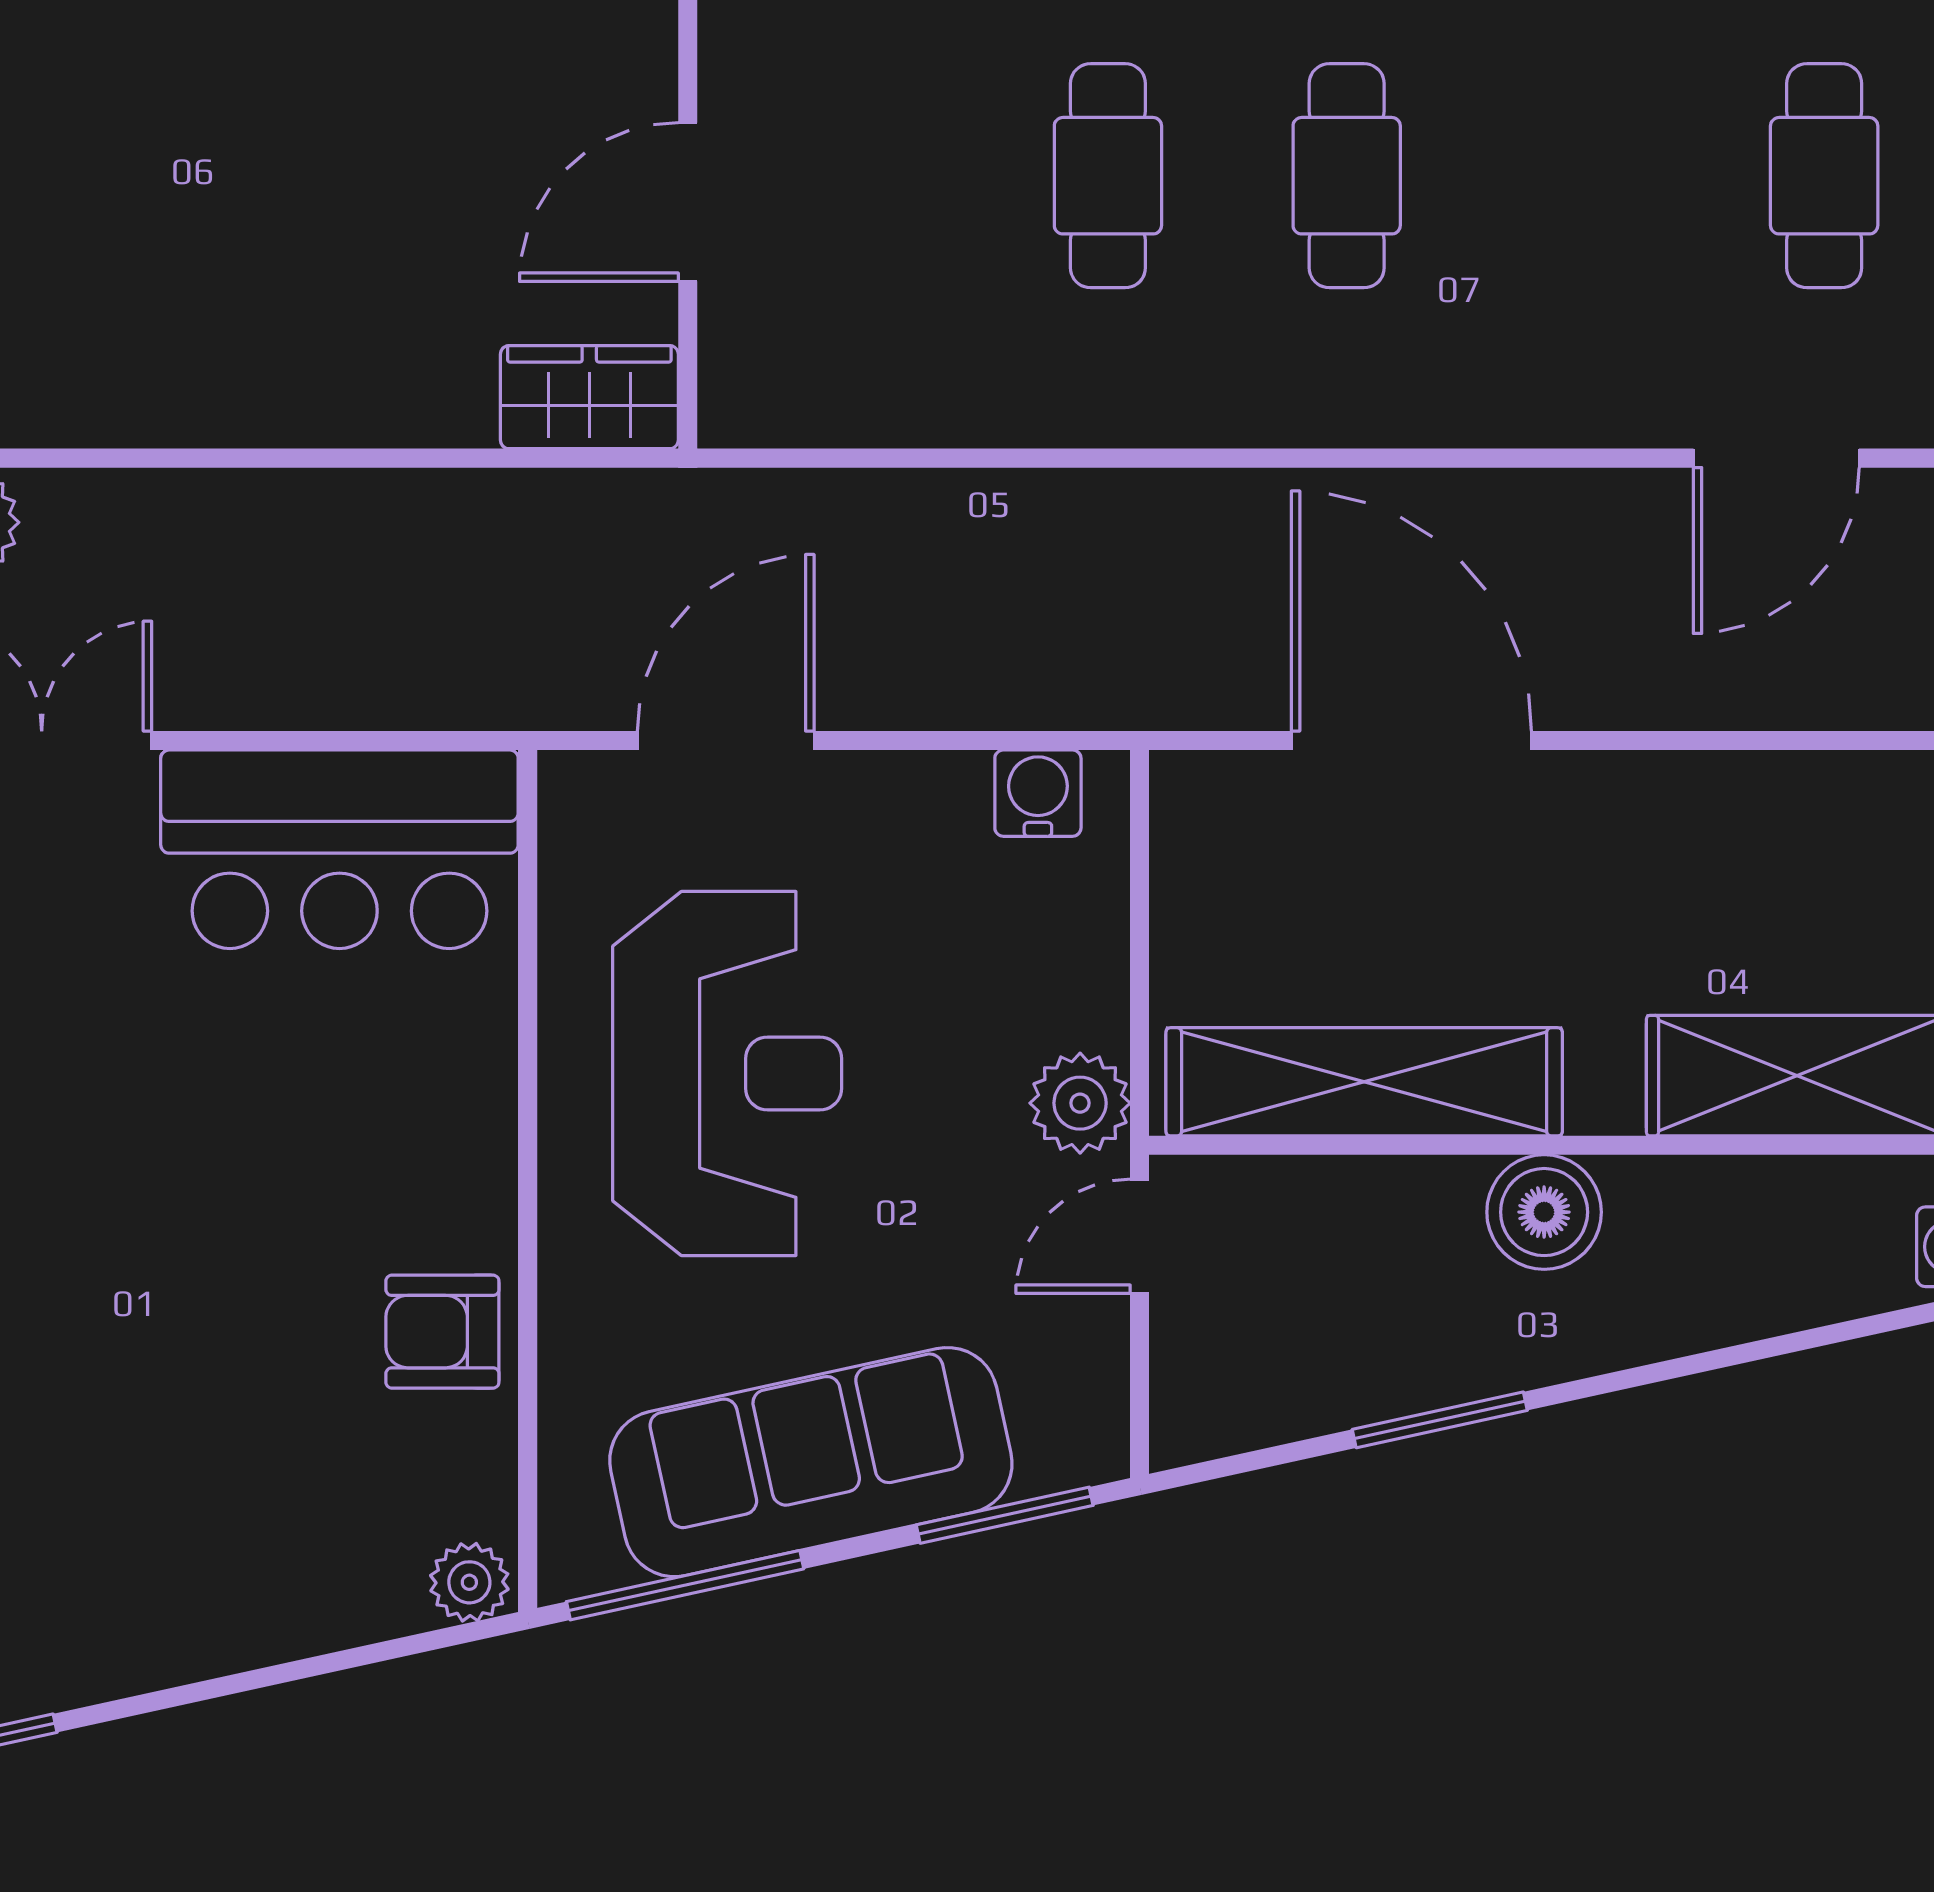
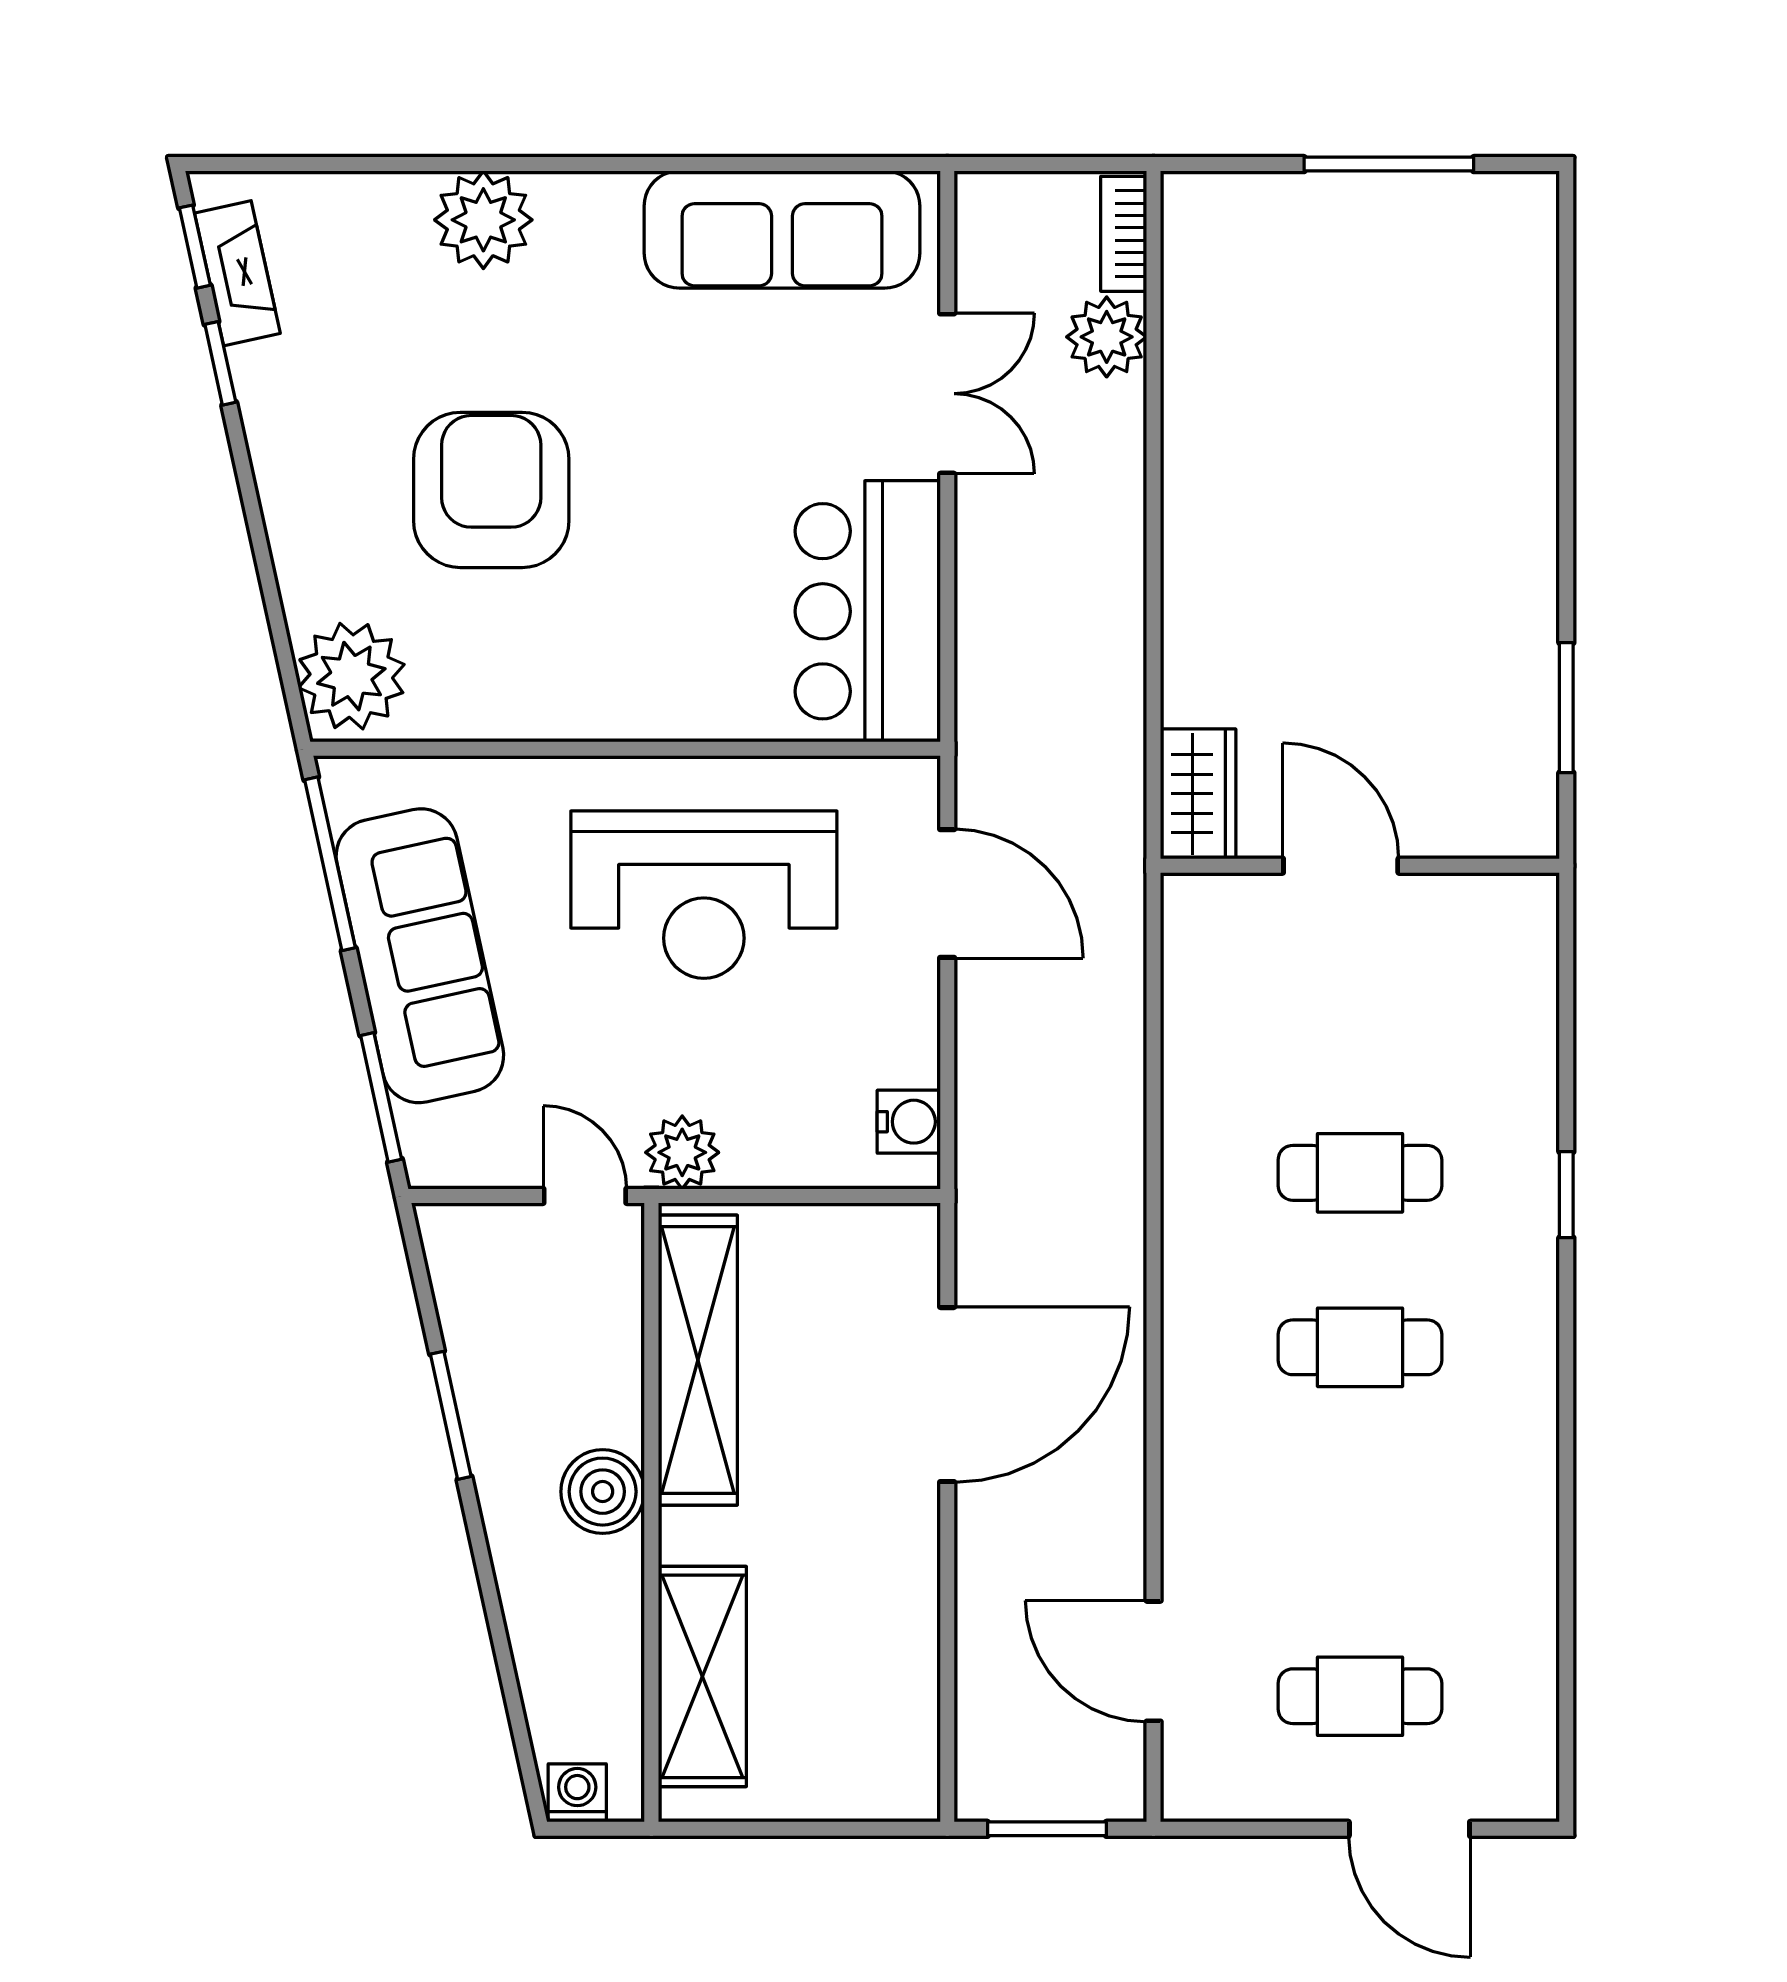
armchair: (442, 1332) -> (491, 490), moved, width x1.88, depth x1.88
plant: (469, 1582) -> (351, 676), width x1.87, depth x1.87

